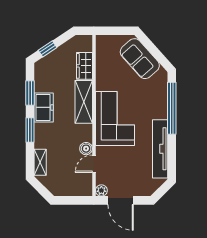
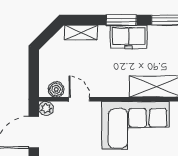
freezer: (44, 107) -> (129, 37), moved
boiler: (86, 149) -> (56, 89), moved

